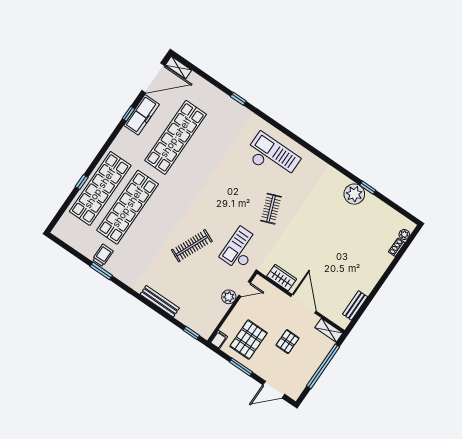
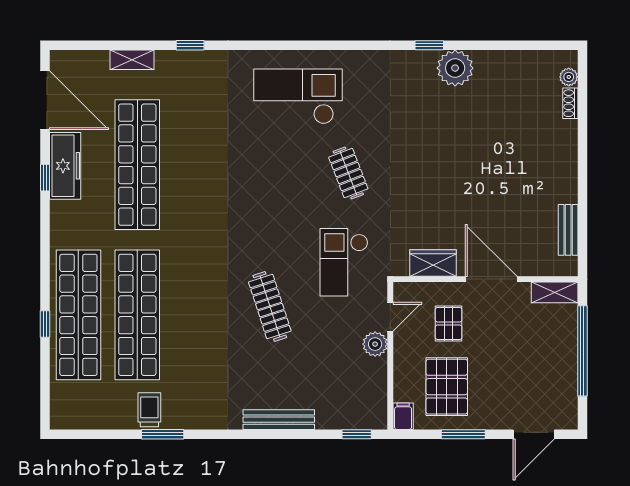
shelving: (178, 68) -> (132, 60), moved
door: (153, 78) -> (45, 100), hinge flipped
window: (368, 188) -> (429, 45), moved
clothes rail: (192, 246) -> (270, 306), turned -42
pallet: (287, 342) -> (449, 323), moved

